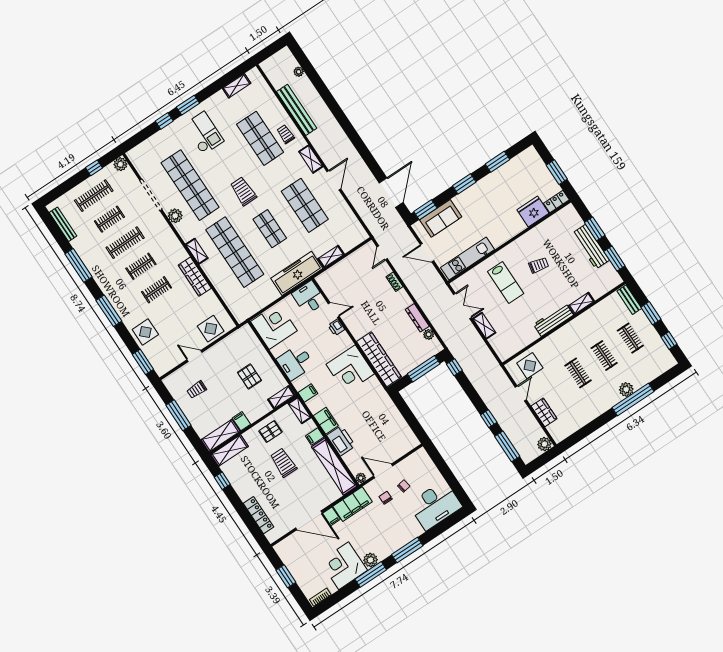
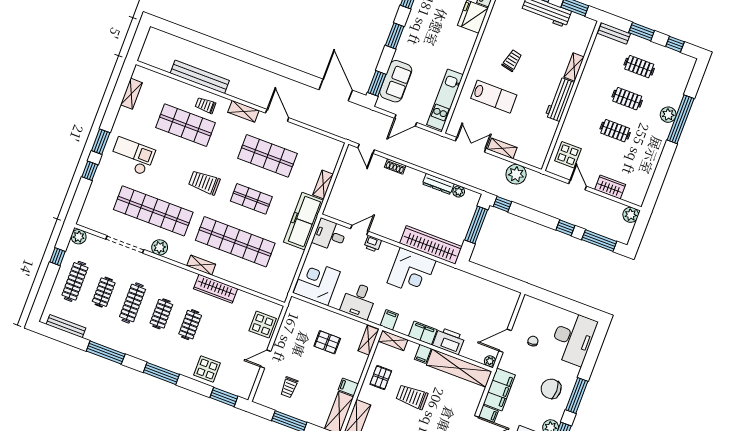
plant: (299, 72) -> (516, 174), moved, width x1.88, depth x1.88
chair: (386, 498) -> (551, 389), moved, width x1.87, depth x1.87

